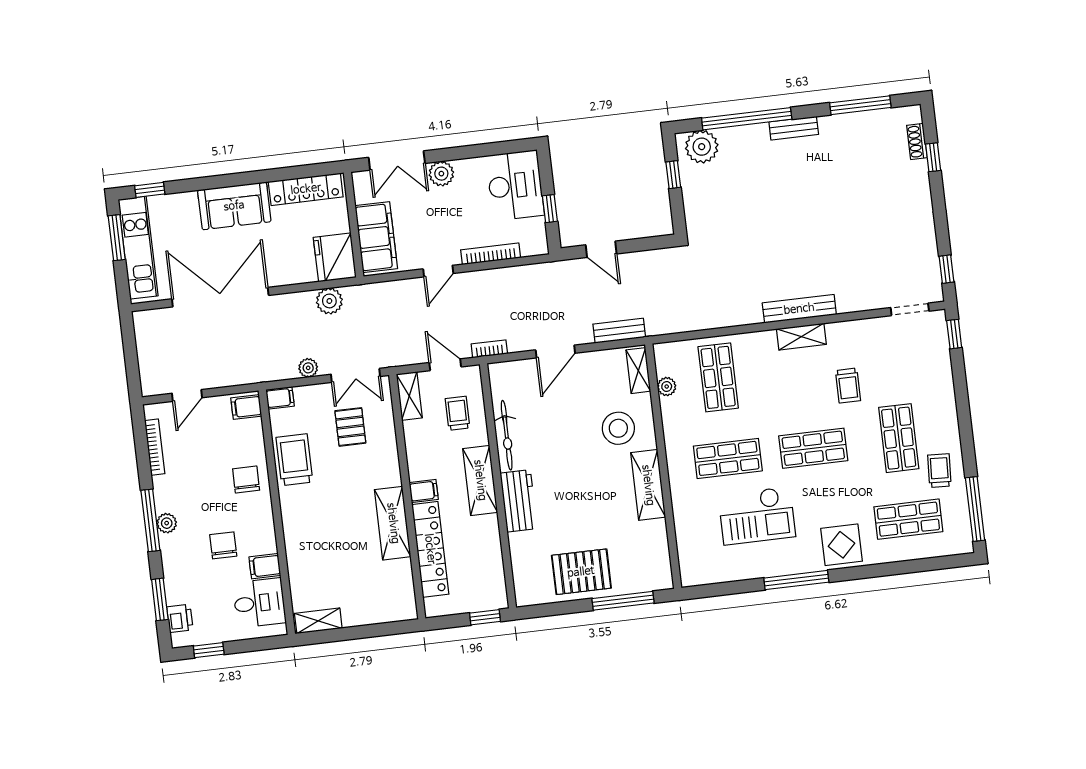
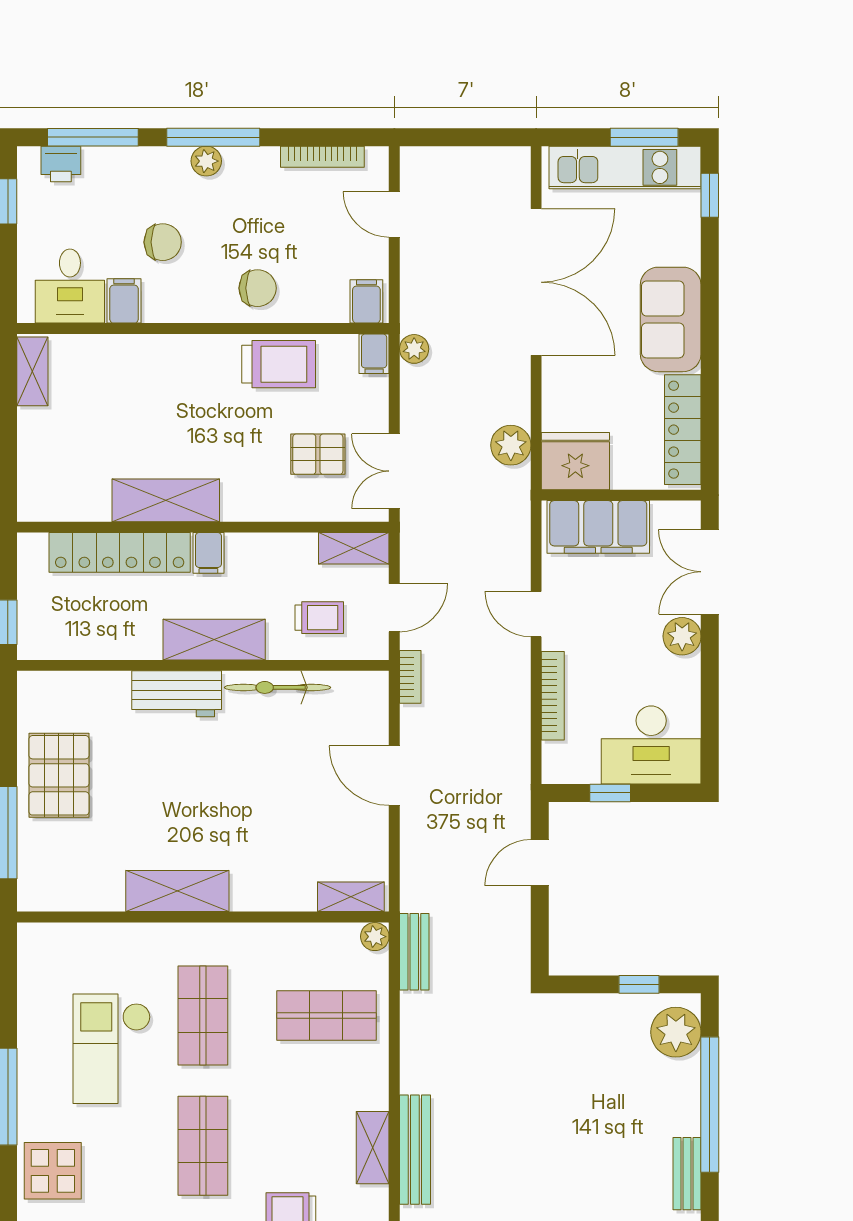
bench: (619, 331) -> (414, 952), moved
plant: (308, 368) -> (414, 349), moved
plant: (667, 387) -> (375, 937), moved
stool: (618, 428) -> (268, 856), removed
window: (160, 599) -> (93, 137), width x1.44

